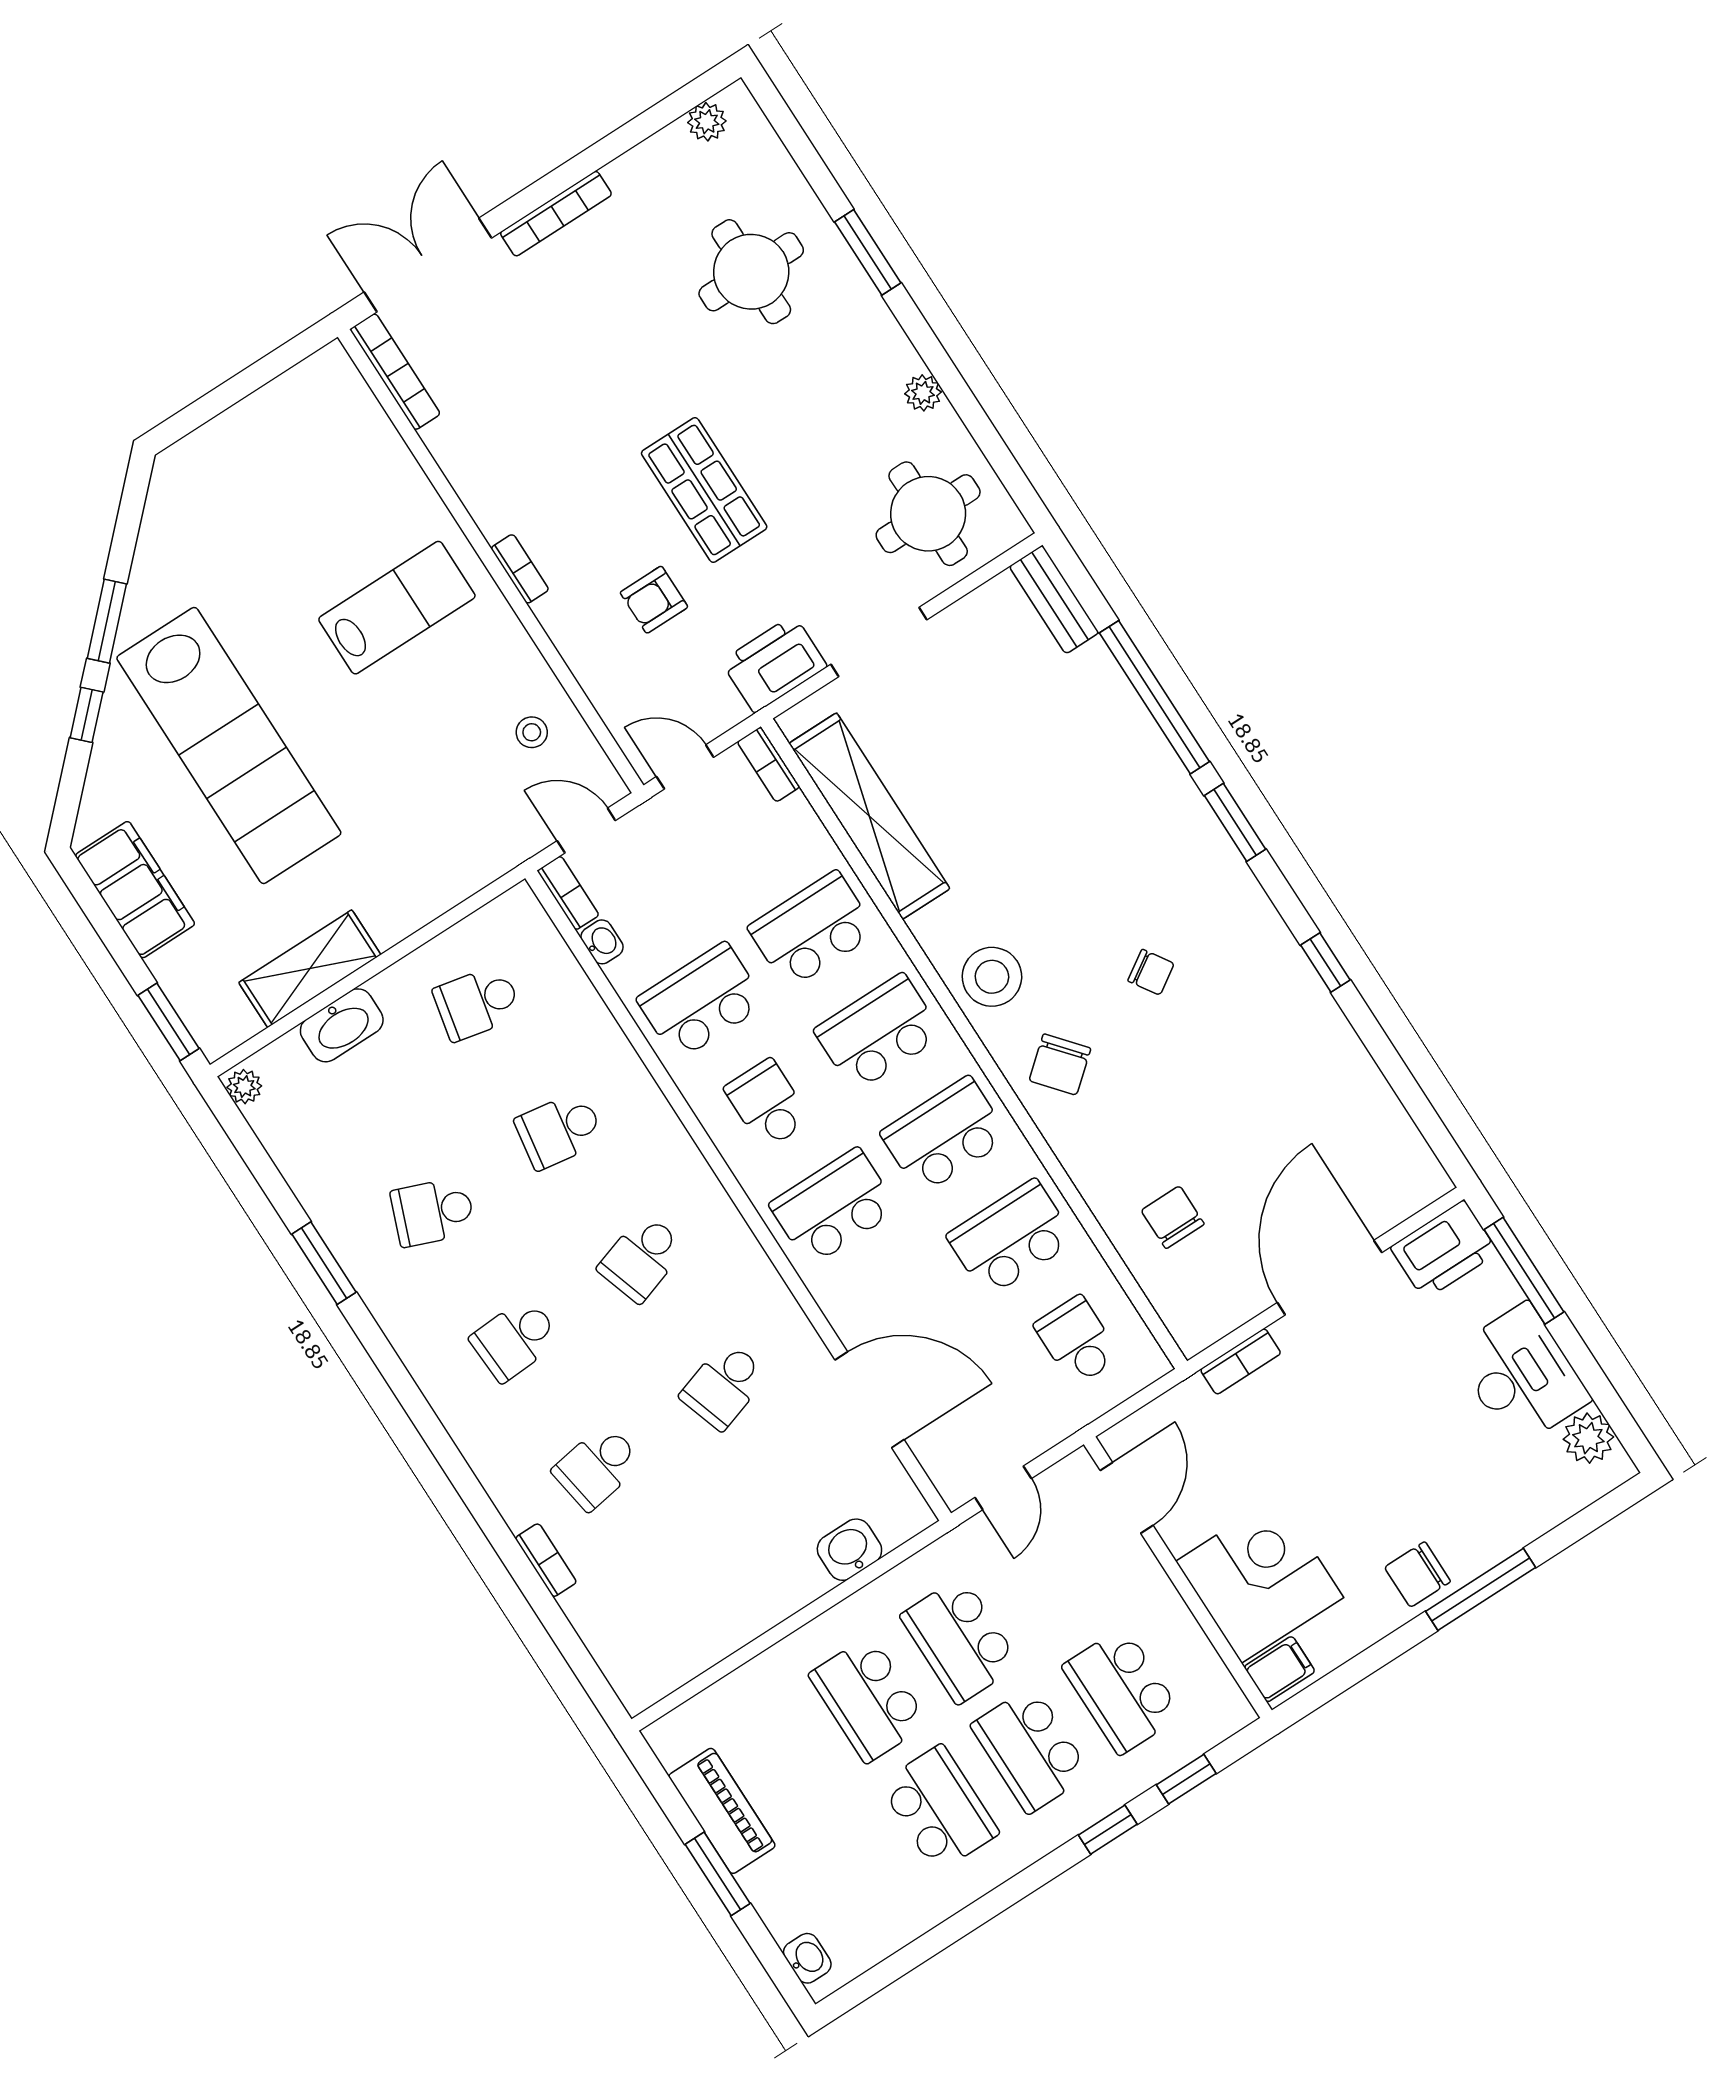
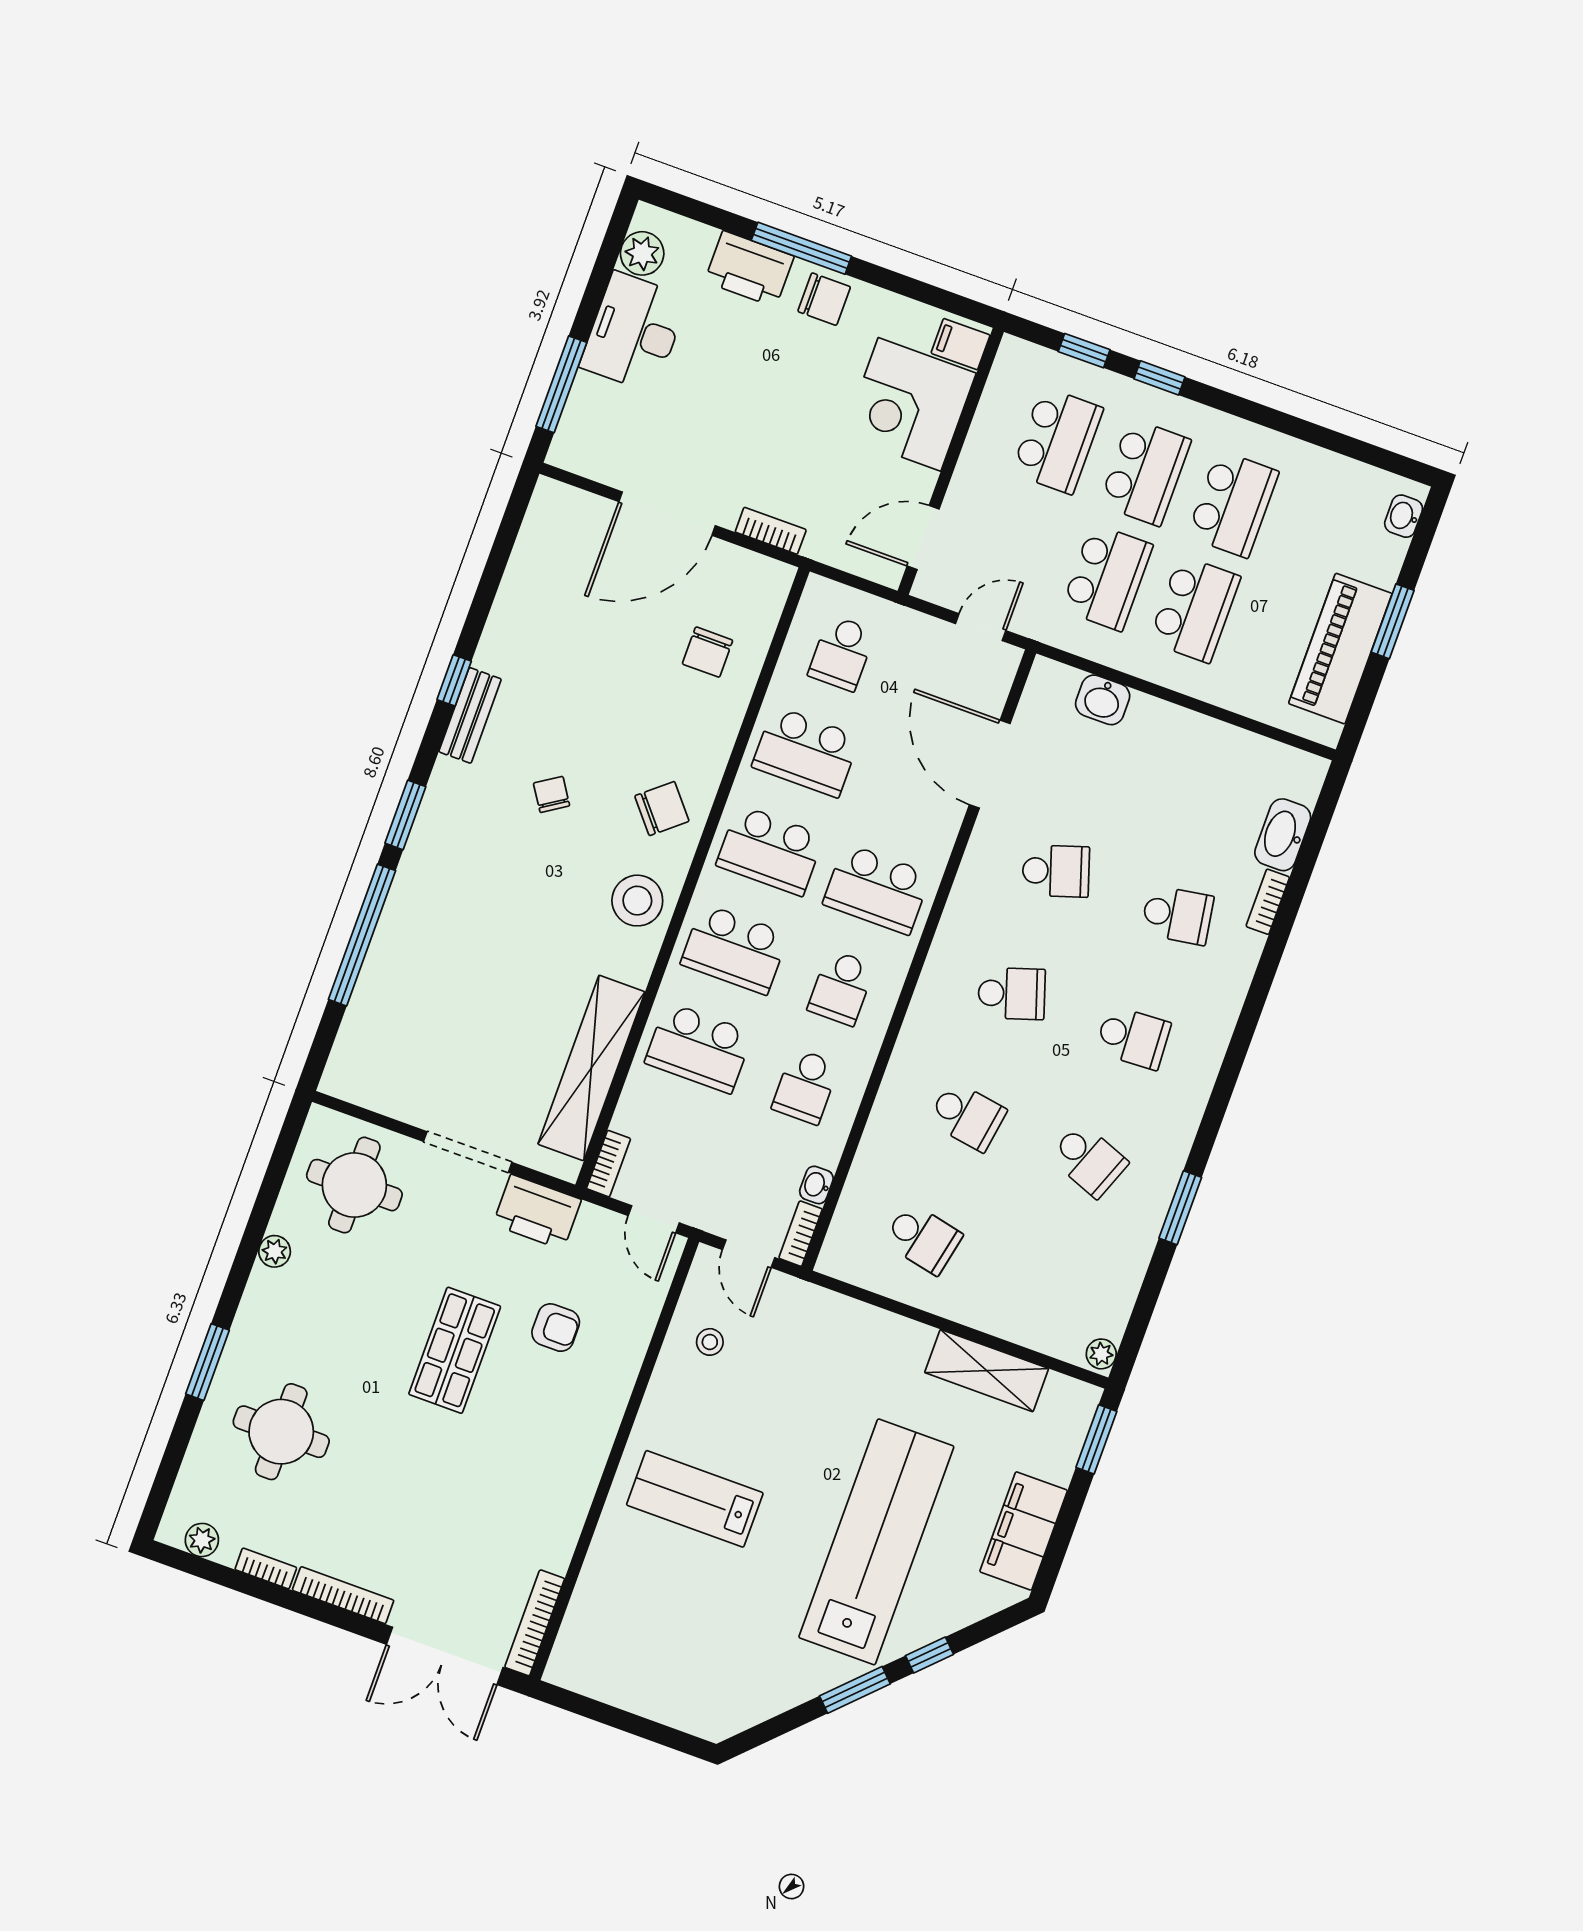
bookcase: (520, 569) -> (266, 1568), moved, turned 90
bench: (1054, 599) -> (470, 715), moved
school desk: (701, 1001) -> (805, 1086), width x0.54
washbasin: (342, 1025) -> (1283, 835), moved, turned -90
printer: (1444, 1250) -> (749, 269), moved, turned 180
school desk: (939, 1809) -> (1233, 504), turned 180
piano: (722, 1811) -> (1340, 649), width x1.37, depth x1.33

